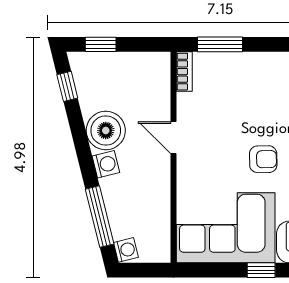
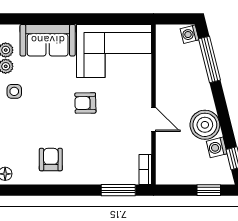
washing machine: (106, 164) -> (217, 147), moved
window: (261, 270) -> (87, 19), removed

